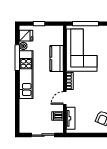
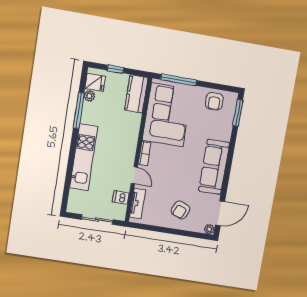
kitchen counter: (57, 58) -> (136, 94), moved
kitchen unit: (26, 75) -> (84, 157), moved
door: (65, 98) -> (134, 175), swing flipped

